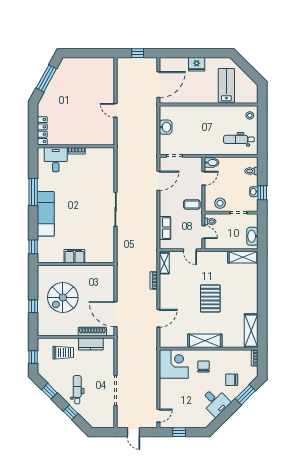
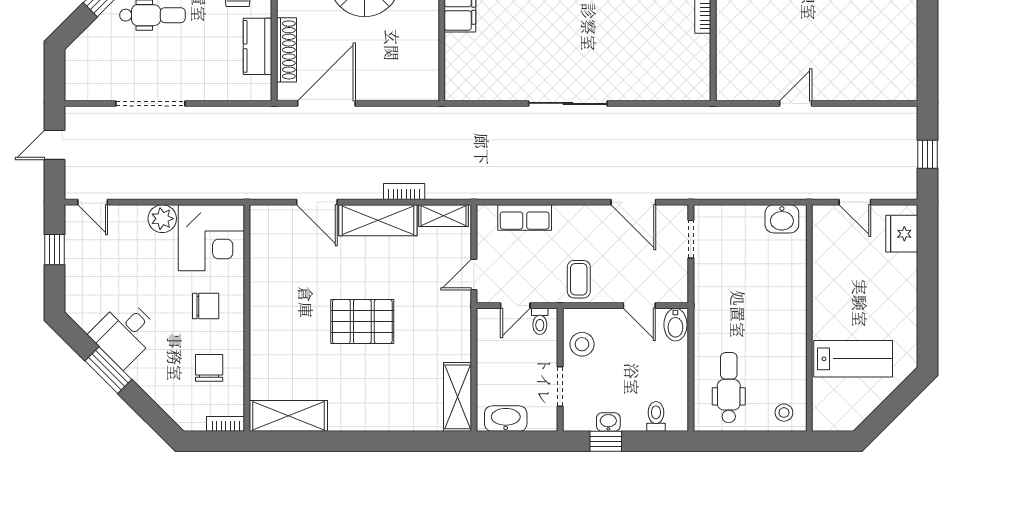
fridge: (197, 64) -> (902, 234), moved
door: (158, 85) -> (855, 202), width x0.53
washbasin: (166, 127) -> (782, 219), moved
shelving: (205, 341) -> (378, 220), moved, turned 90
chair: (232, 380) -> (209, 368), moved
plant: (166, 385) -> (162, 219), added
window: (245, 395) -> (108, 370), moved

